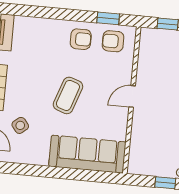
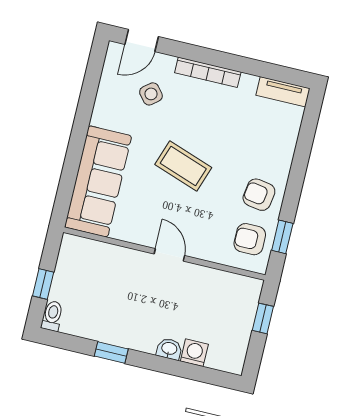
armchair: (81, 39) -> (259, 195), turned 99
armchair: (113, 41) -> (250, 239), turned -90

